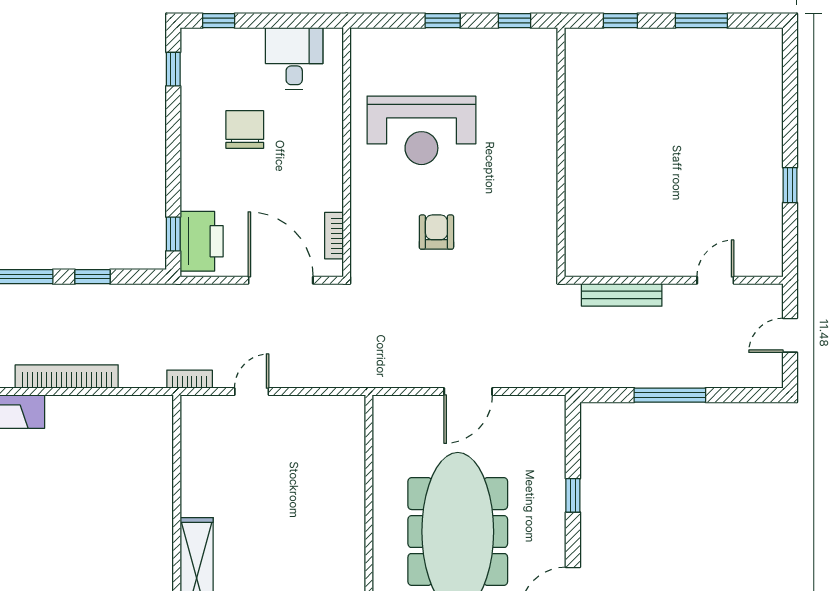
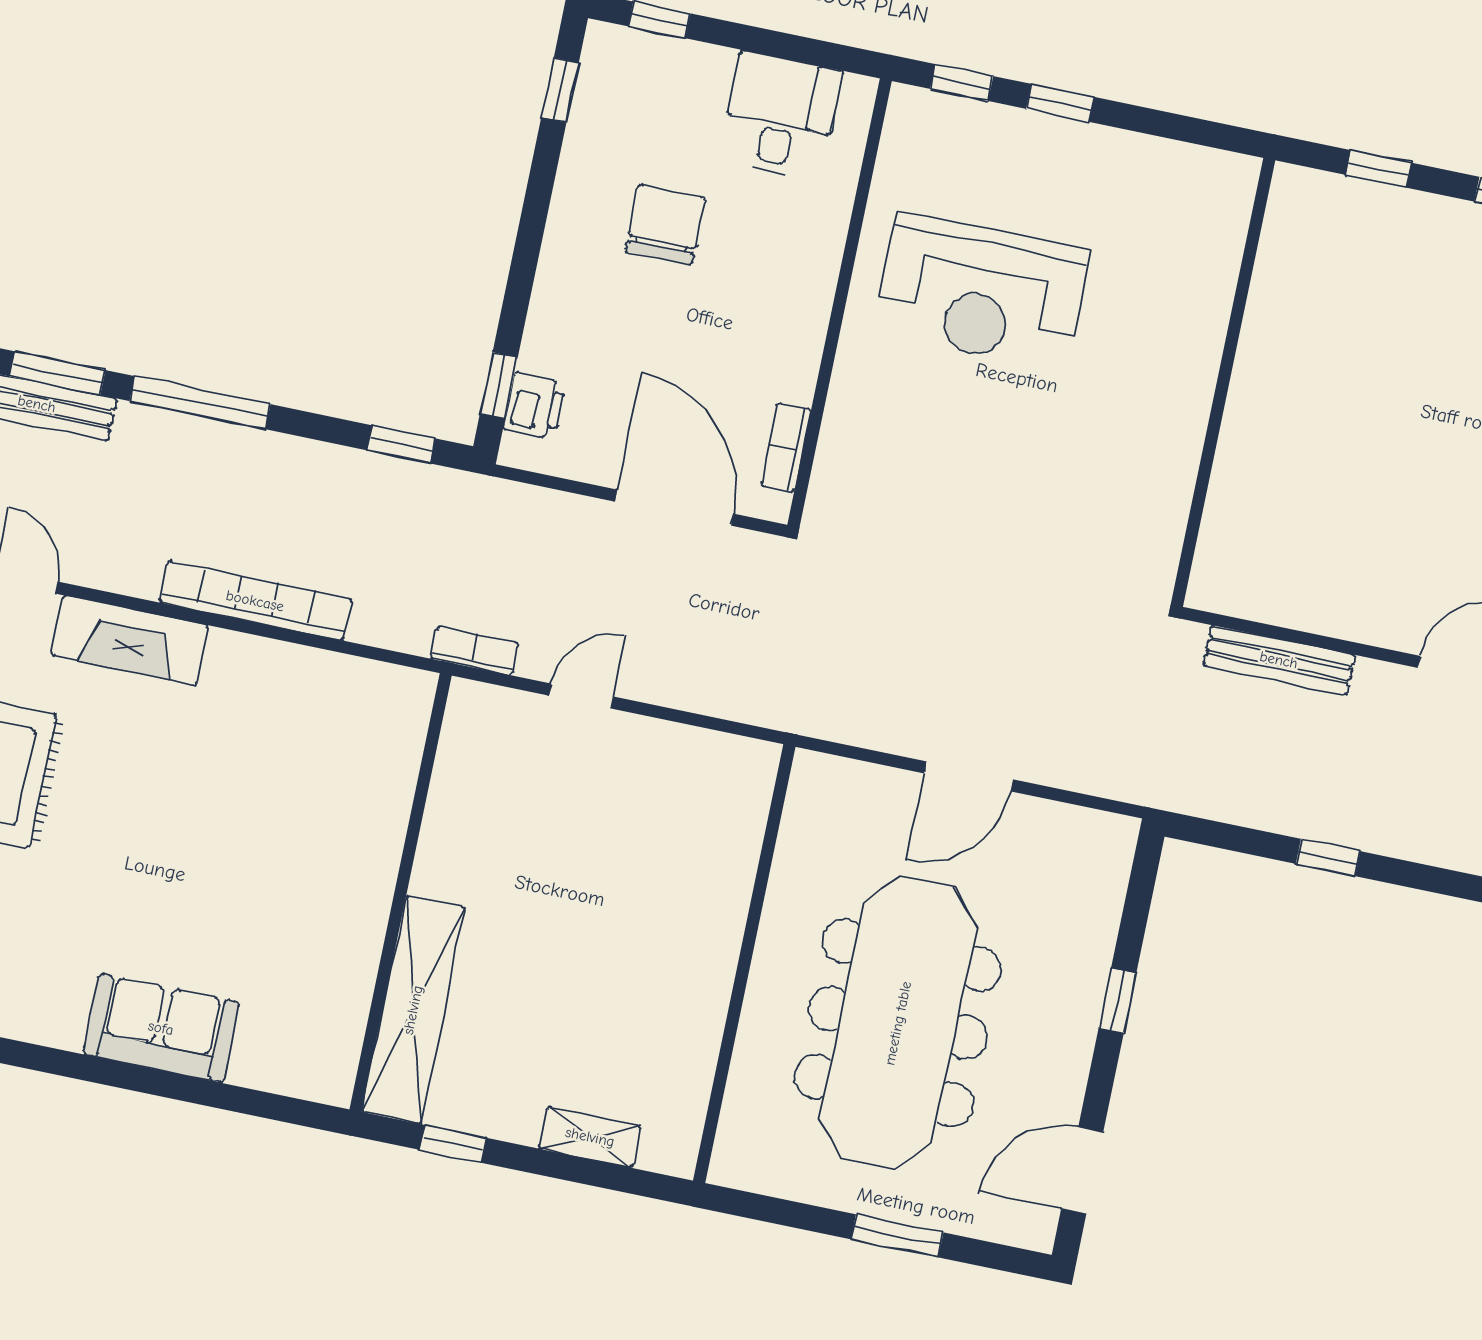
window: (514, 21) -> (962, 82), moved
armchair: (436, 232) -> (971, 479), removed
printer: (202, 241) -> (535, 406), width x0.53, depth x0.68
window: (93, 277) -> (401, 444), moved
window: (670, 395) -> (1328, 858), width x0.46

